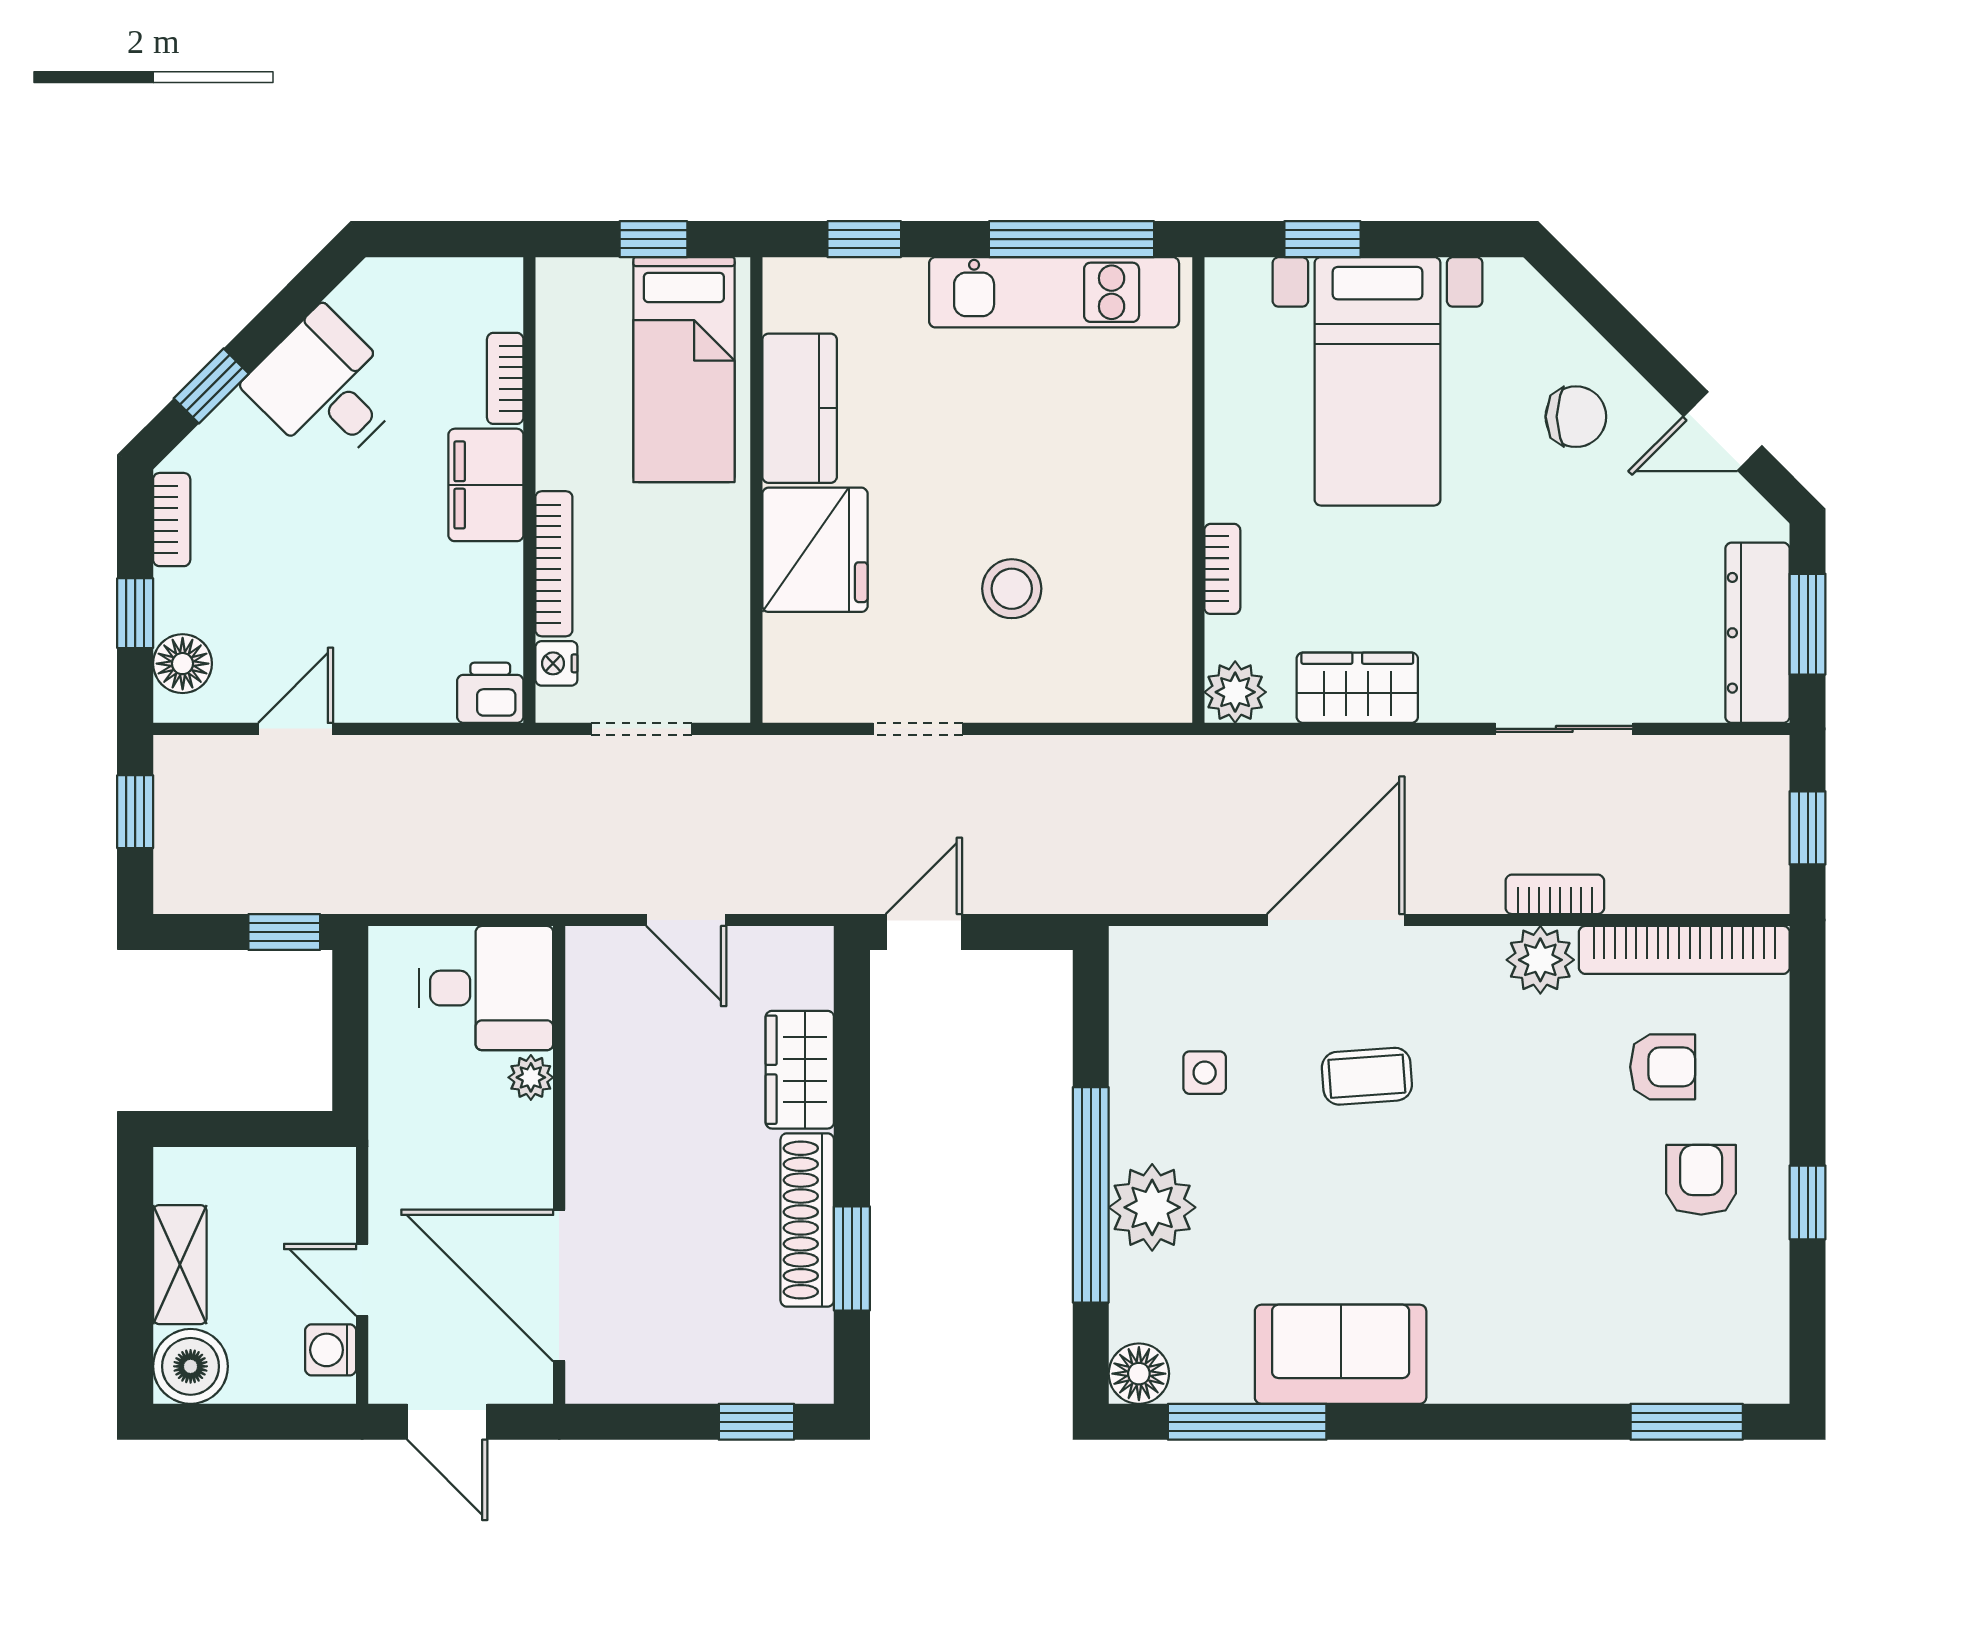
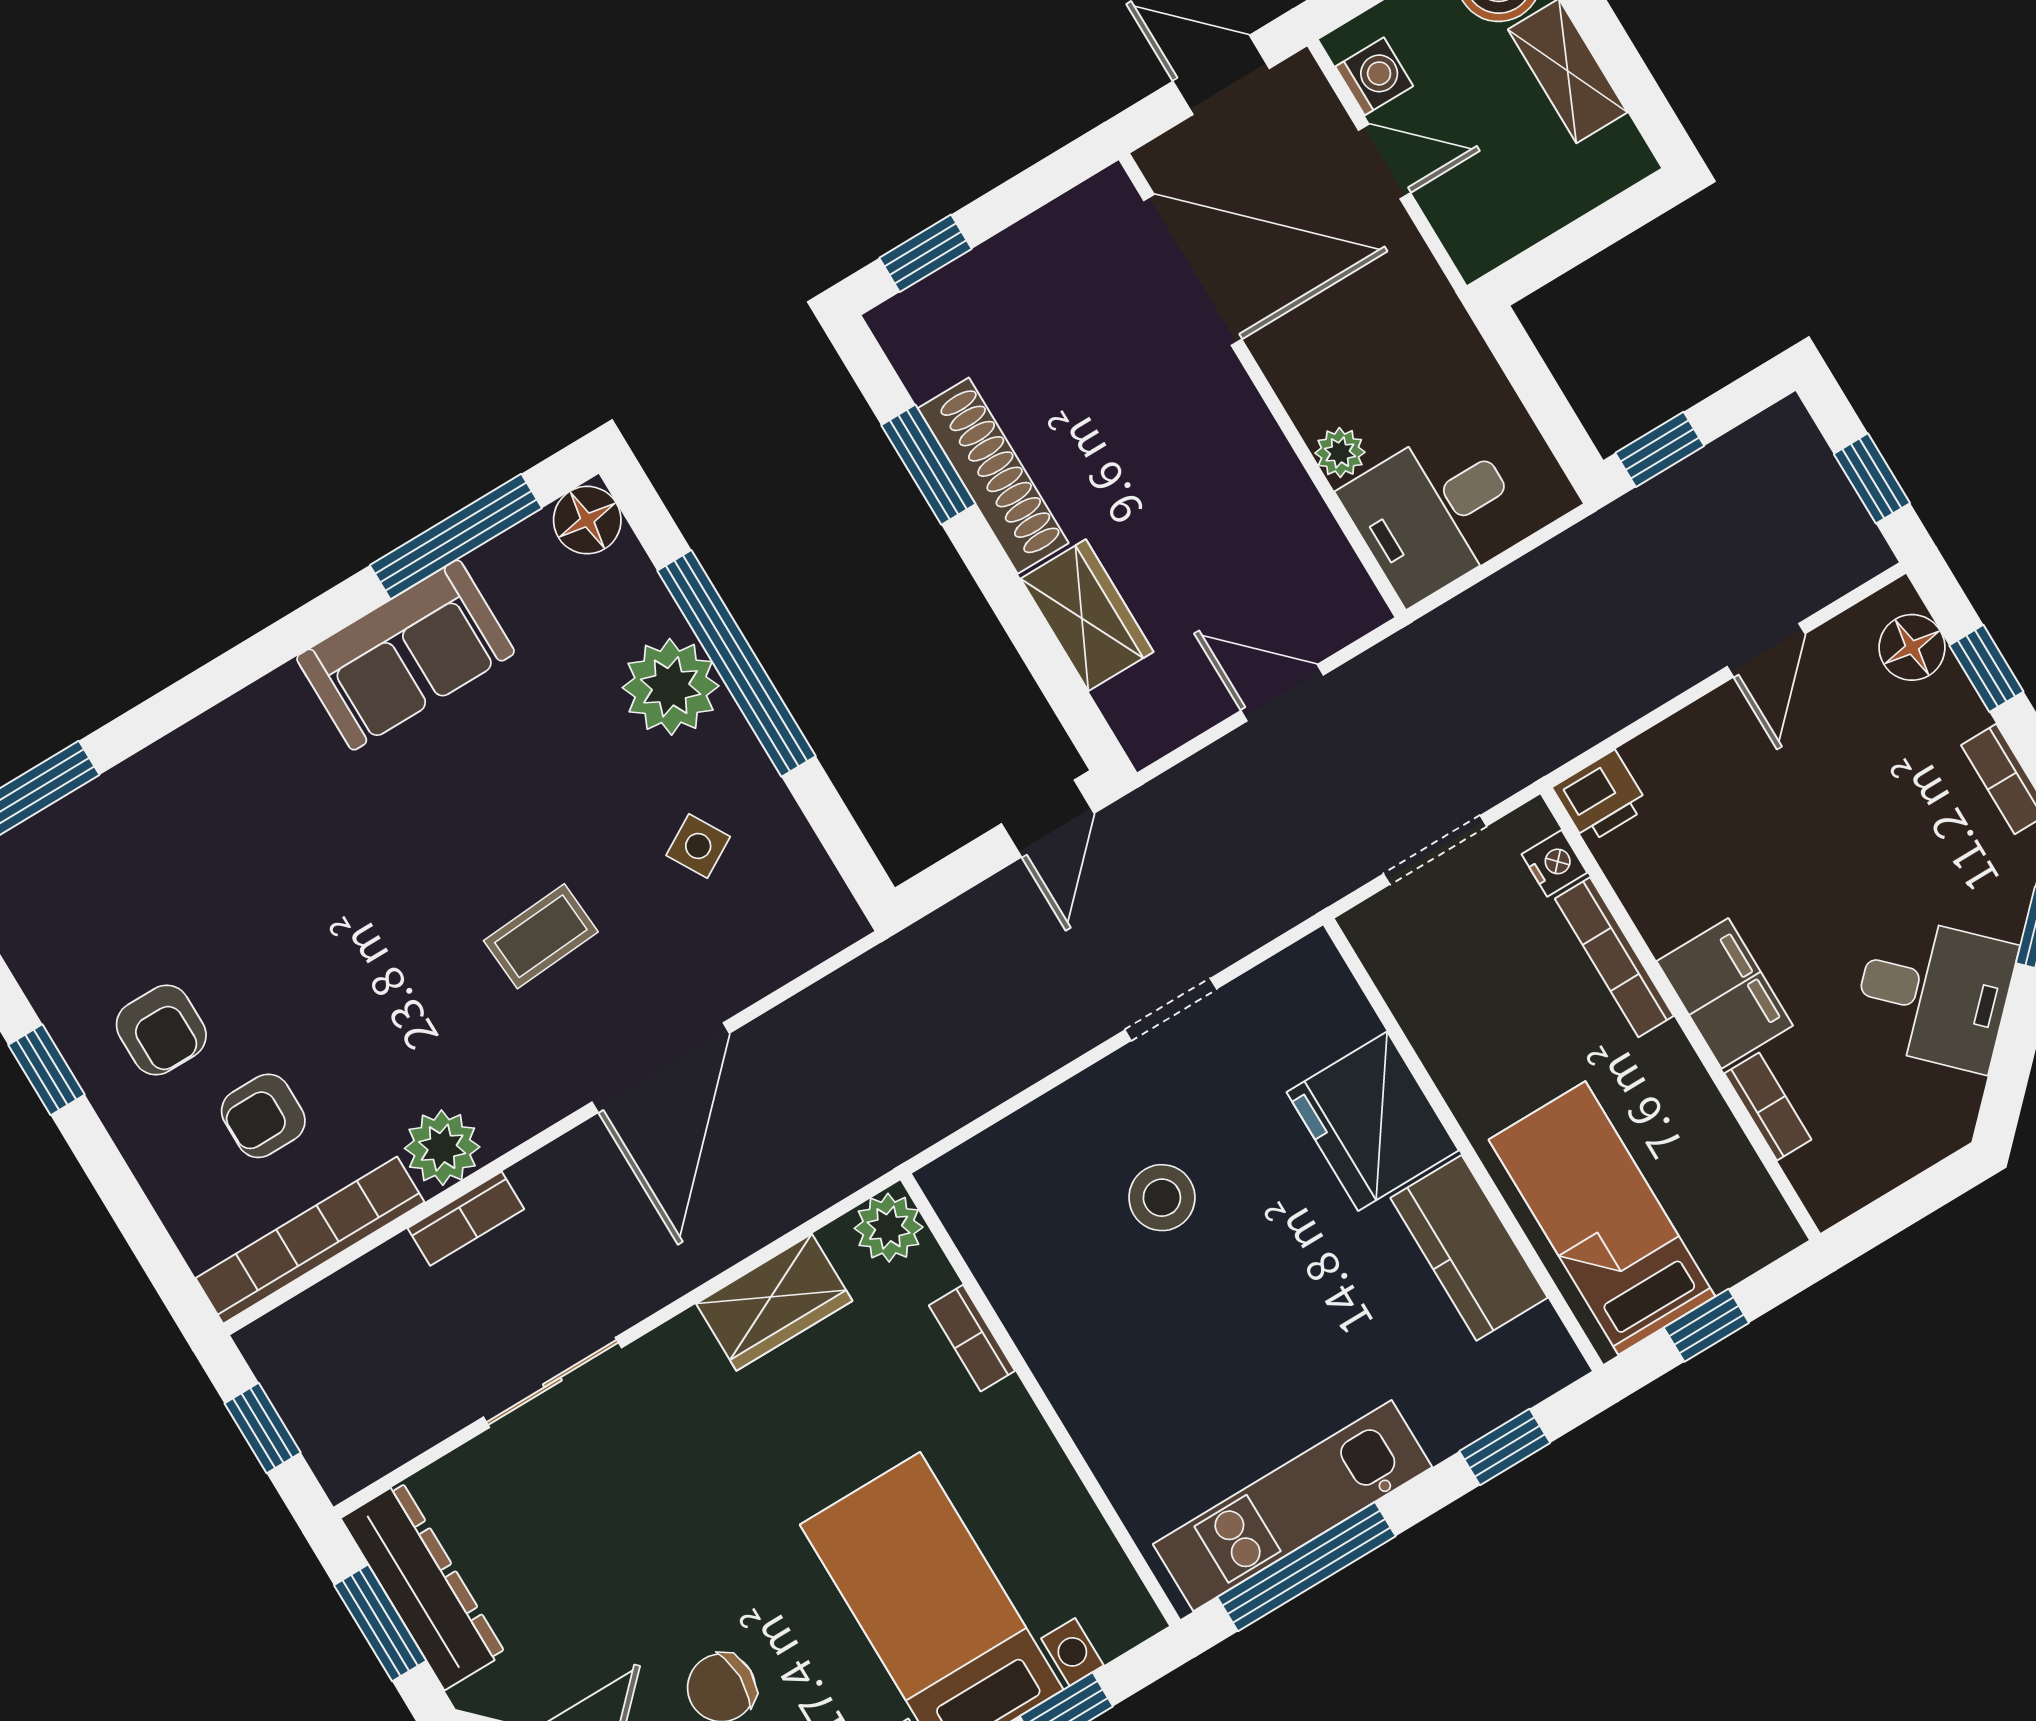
side table: (1205, 1073) -> (698, 846), turned -30

